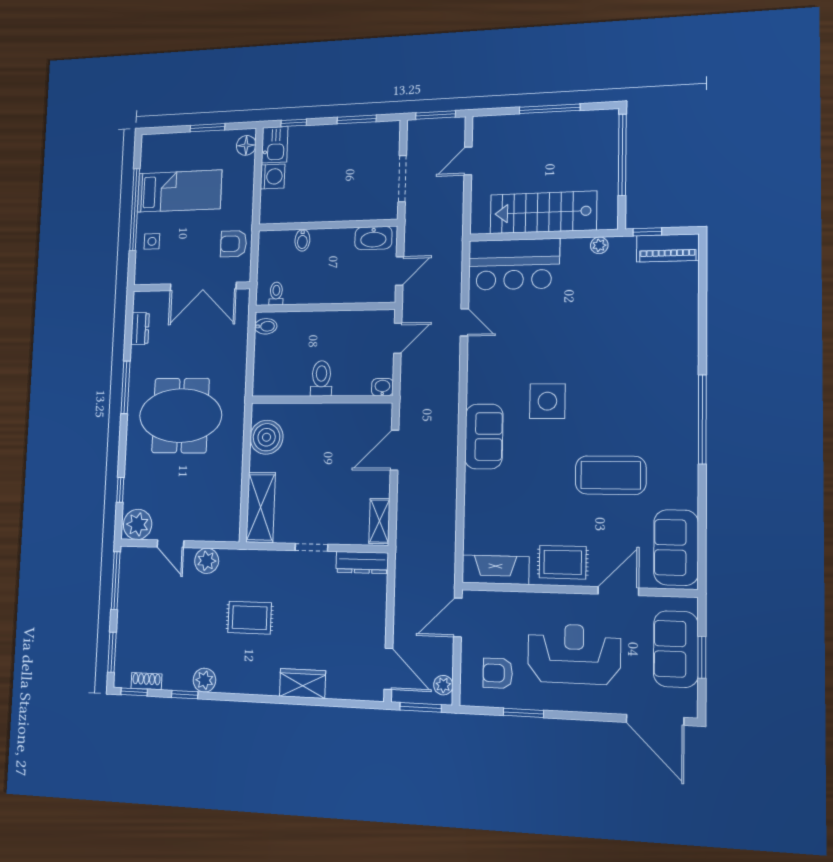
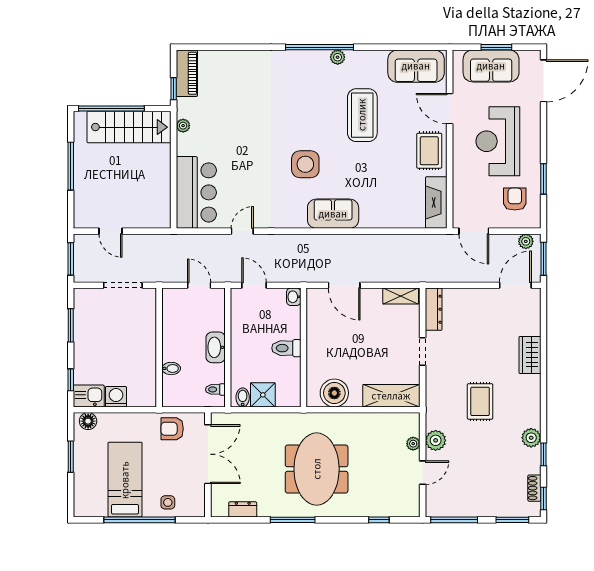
stairs: (543, 212) -> (129, 127), moved, turned -90
washbasin: (373, 238) -> (216, 347), moved, turned 180
armchair: (233, 244) -> (172, 429), turned 90
shower: (268, 351) -> (263, 395), added
plant: (689, 443) -> (338, 57), added
plant: (138, 524) -> (413, 444), moved, width x0.53, depth x0.53
armchair: (498, 673) -> (515, 199), turned 180

